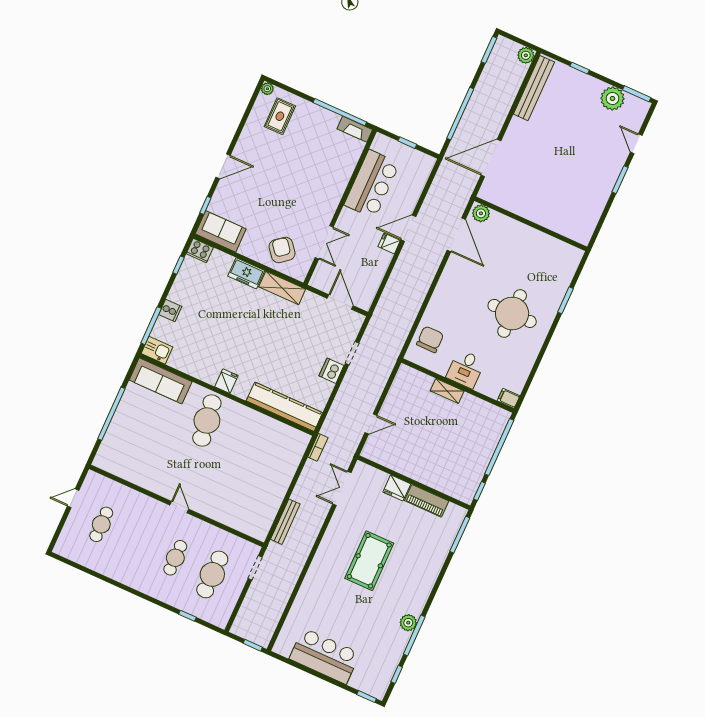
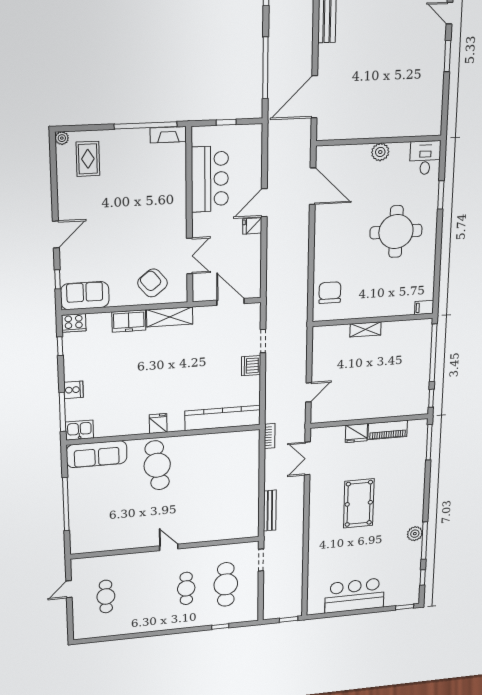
plant: (481, 213) -> (380, 152), moved
desk: (466, 369) -> (425, 158), moved, turned 180

